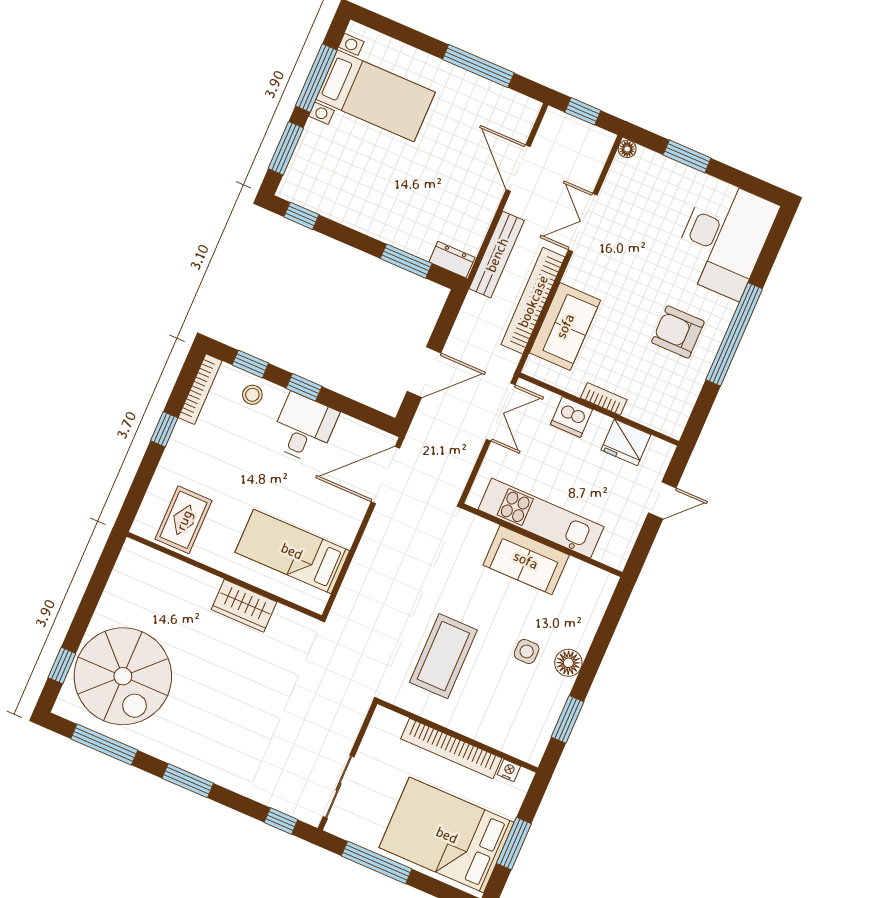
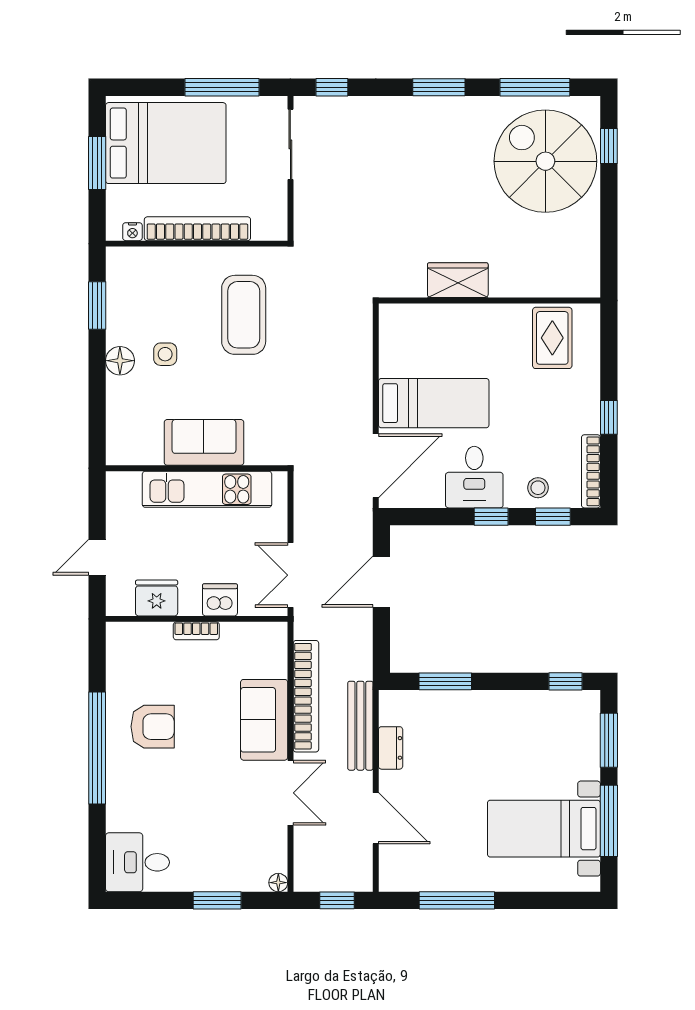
desk: (724, 238) -> (137, 862), width x0.53, depth x0.77
dresser: (452, 260) -> (391, 748), moved, turned -90
sofa: (565, 326) -> (264, 720), moved
bed: (292, 551) -> (434, 403), moved

